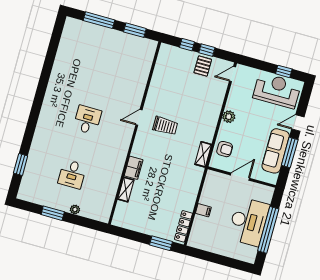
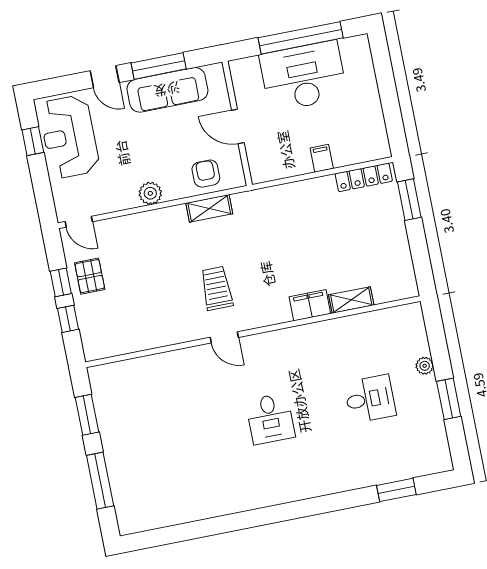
pallet: (203, 66) -> (90, 276), turned 90
desk: (87, 120) -> (270, 419), turned -90
shelving: (203, 154) -> (209, 208), moved

